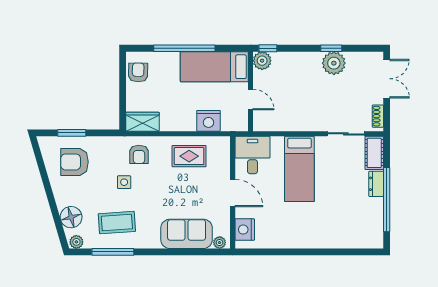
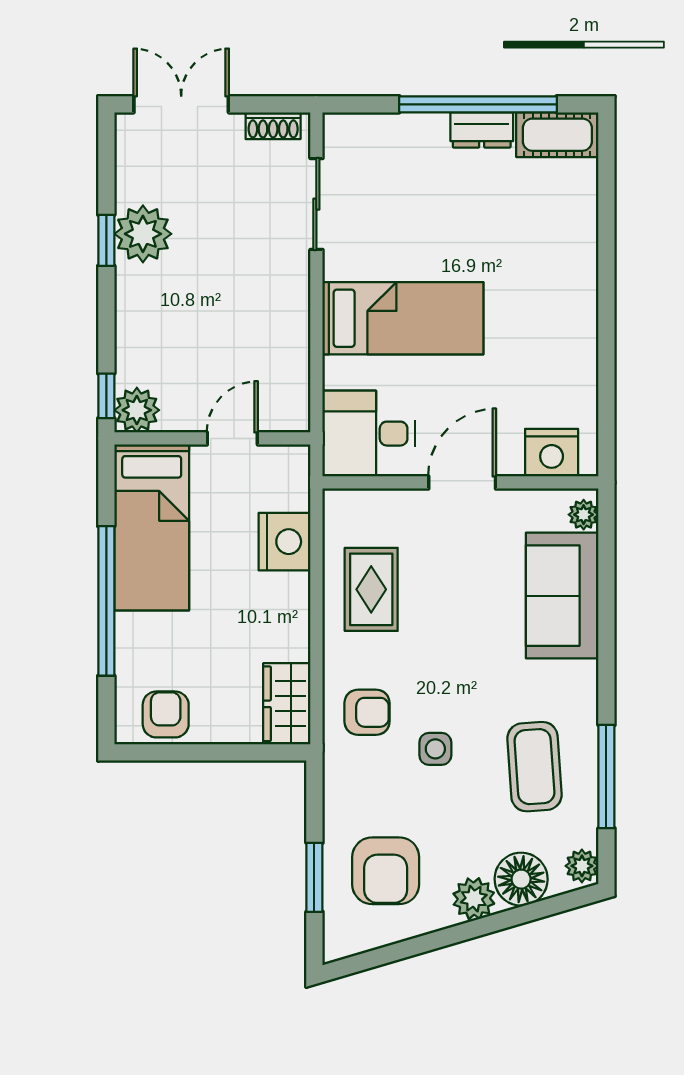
armchair: (138, 72) -> (166, 714), turned 89
cot: (374, 153) -> (557, 135), moved
dresser: (376, 184) -> (482, 130), moved
plant: (63, 198) -> (474, 899), added

